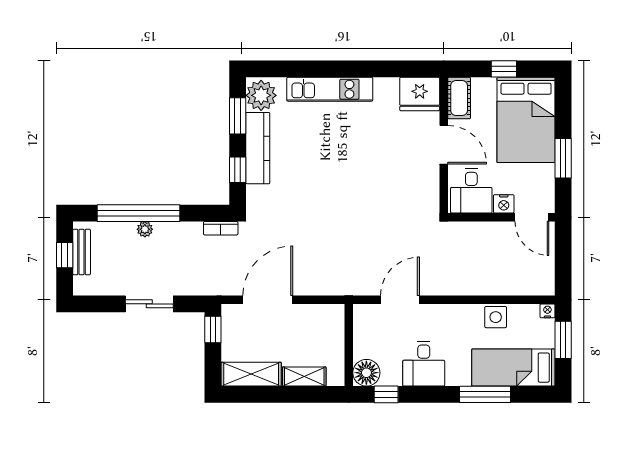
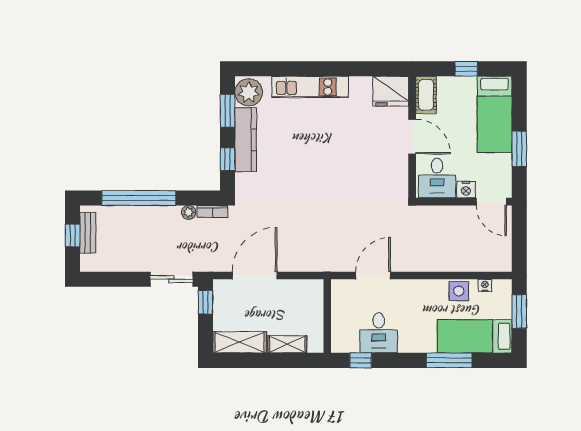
bed: (526, 120) -> (495, 114), width x0.67
plant: (145, 229) -> (189, 212), moved
sliding door: (149, 304) -> (172, 279), moved
nightstand: (547, 311) -> (485, 285), moved
desk: (424, 364) -> (379, 333), moved
floor lamp: (366, 373) -> (343, 341), removed

